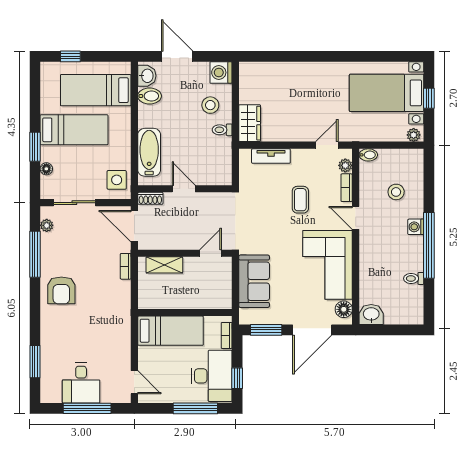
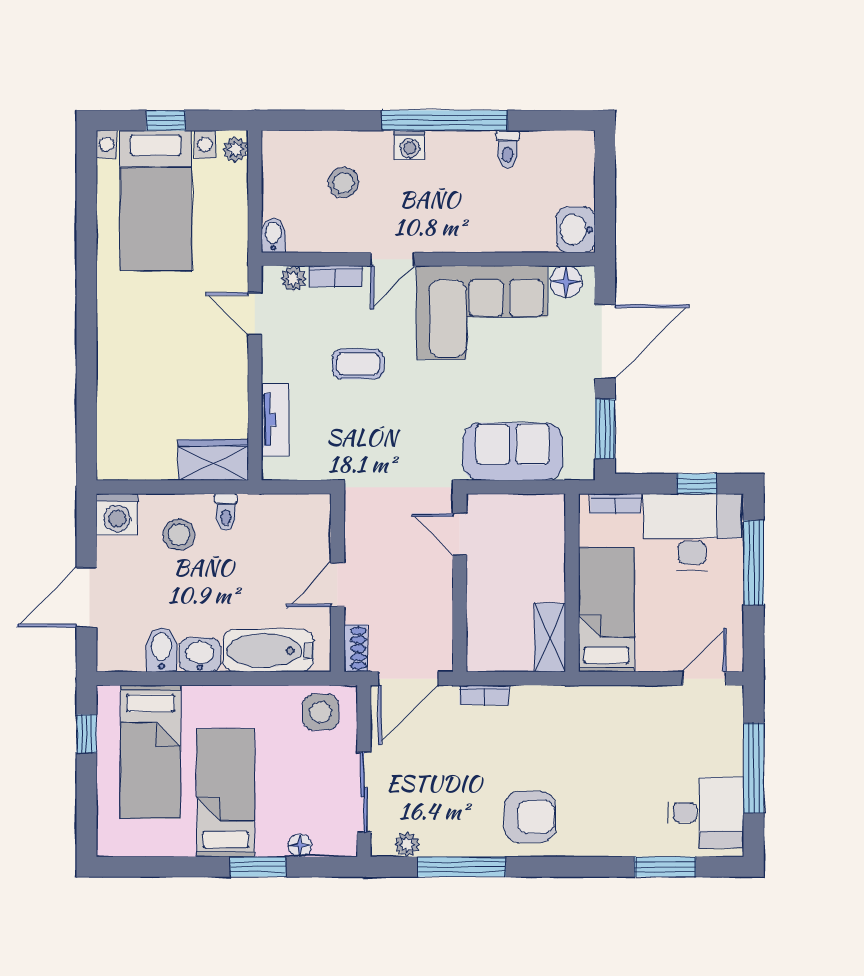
window: (70, 56) -> (86, 734), moved
washbasin: (147, 76) -> (200, 655), moved
shelving: (164, 265) -> (550, 638), moved
door: (312, 330) -> (605, 342), hinge flipped
desk: (81, 383) -> (706, 813), moved

